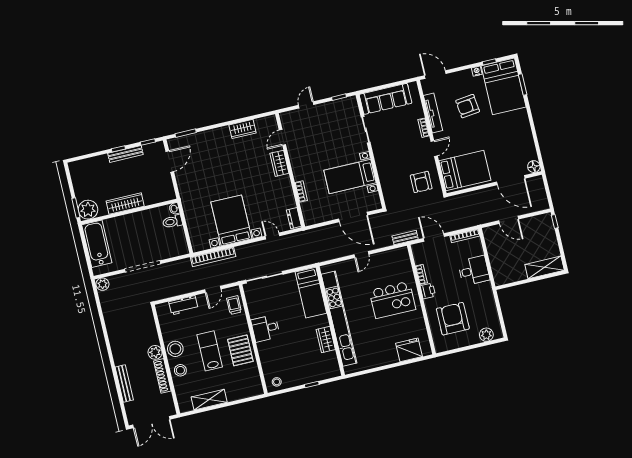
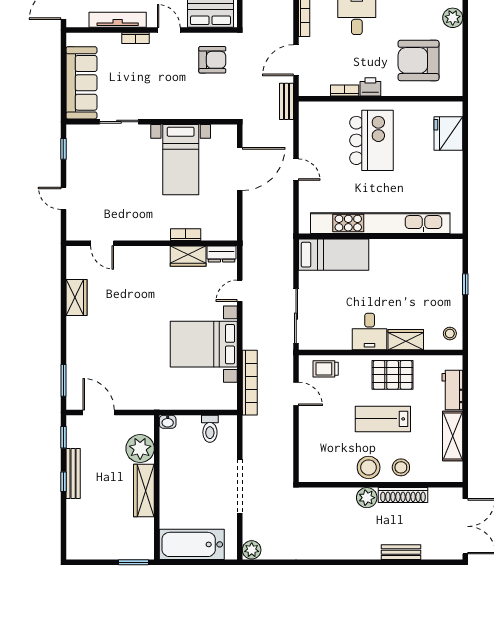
wardrobe: (279, 163) -> (188, 256), moved
plant: (88, 210) -> (140, 449), moved
toilet: (172, 222) -> (210, 429), moved
workbench: (183, 305) -> (452, 390), moved, turned 180
wardrobe: (326, 340) -> (406, 340), moved, turned 180
bench: (124, 384) -> (401, 552), width x0.73

